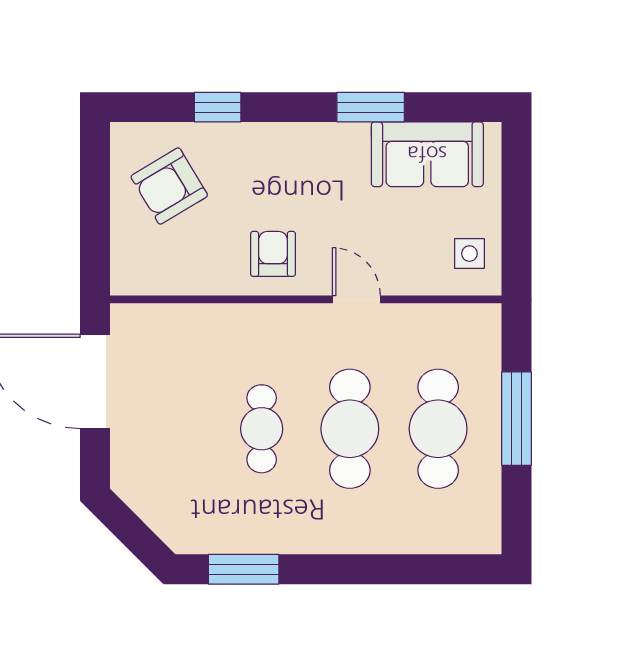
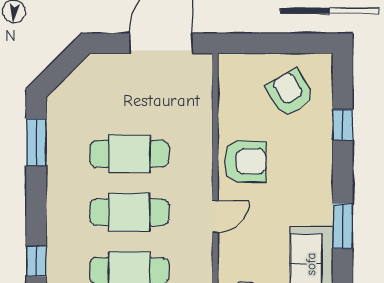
armchair: (273, 254) -> (245, 161), width x1.38, depth x1.38
cafe table: (262, 429) -> (129, 154), width x1.37, depth x1.35
window: (423, 569) -> (36, 261), added

